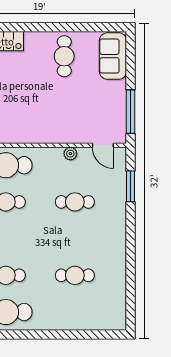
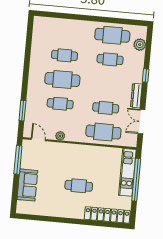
cafe table: (64, 56) -> (79, 186), moved, turned 90
sofa: (113, 56) -> (27, 185), moved
cafe table: (75, 239) -> (62, 80), added

